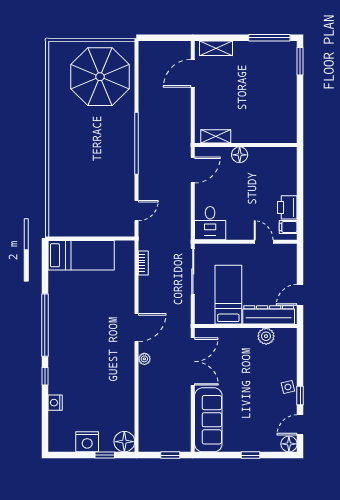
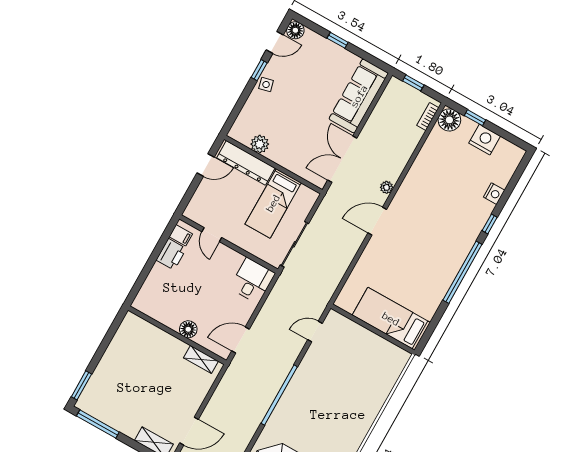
bookcase: (143, 263) -> (428, 117), moved

